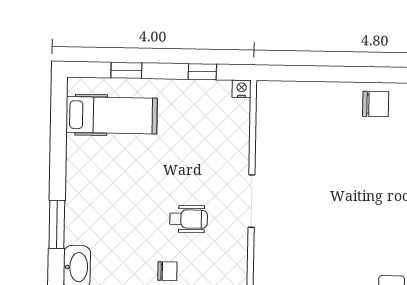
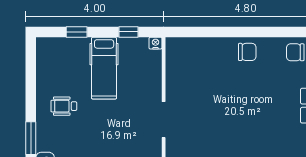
hospital bed: (112, 115) -> (104, 68), moved, turned 90
wheelchair: (189, 219) -> (64, 106), moved, turned 180

